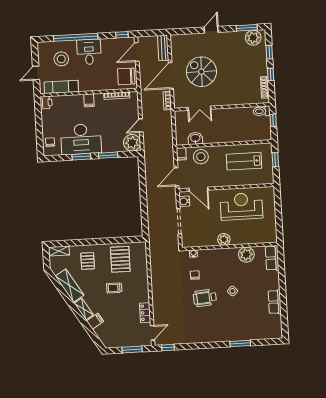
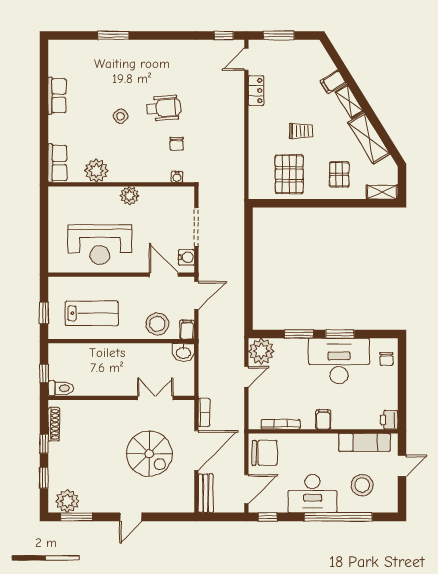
desk: (89, 52) -> (313, 494), width x1.37
washbasin: (195, 138) -> (183, 352), moved

